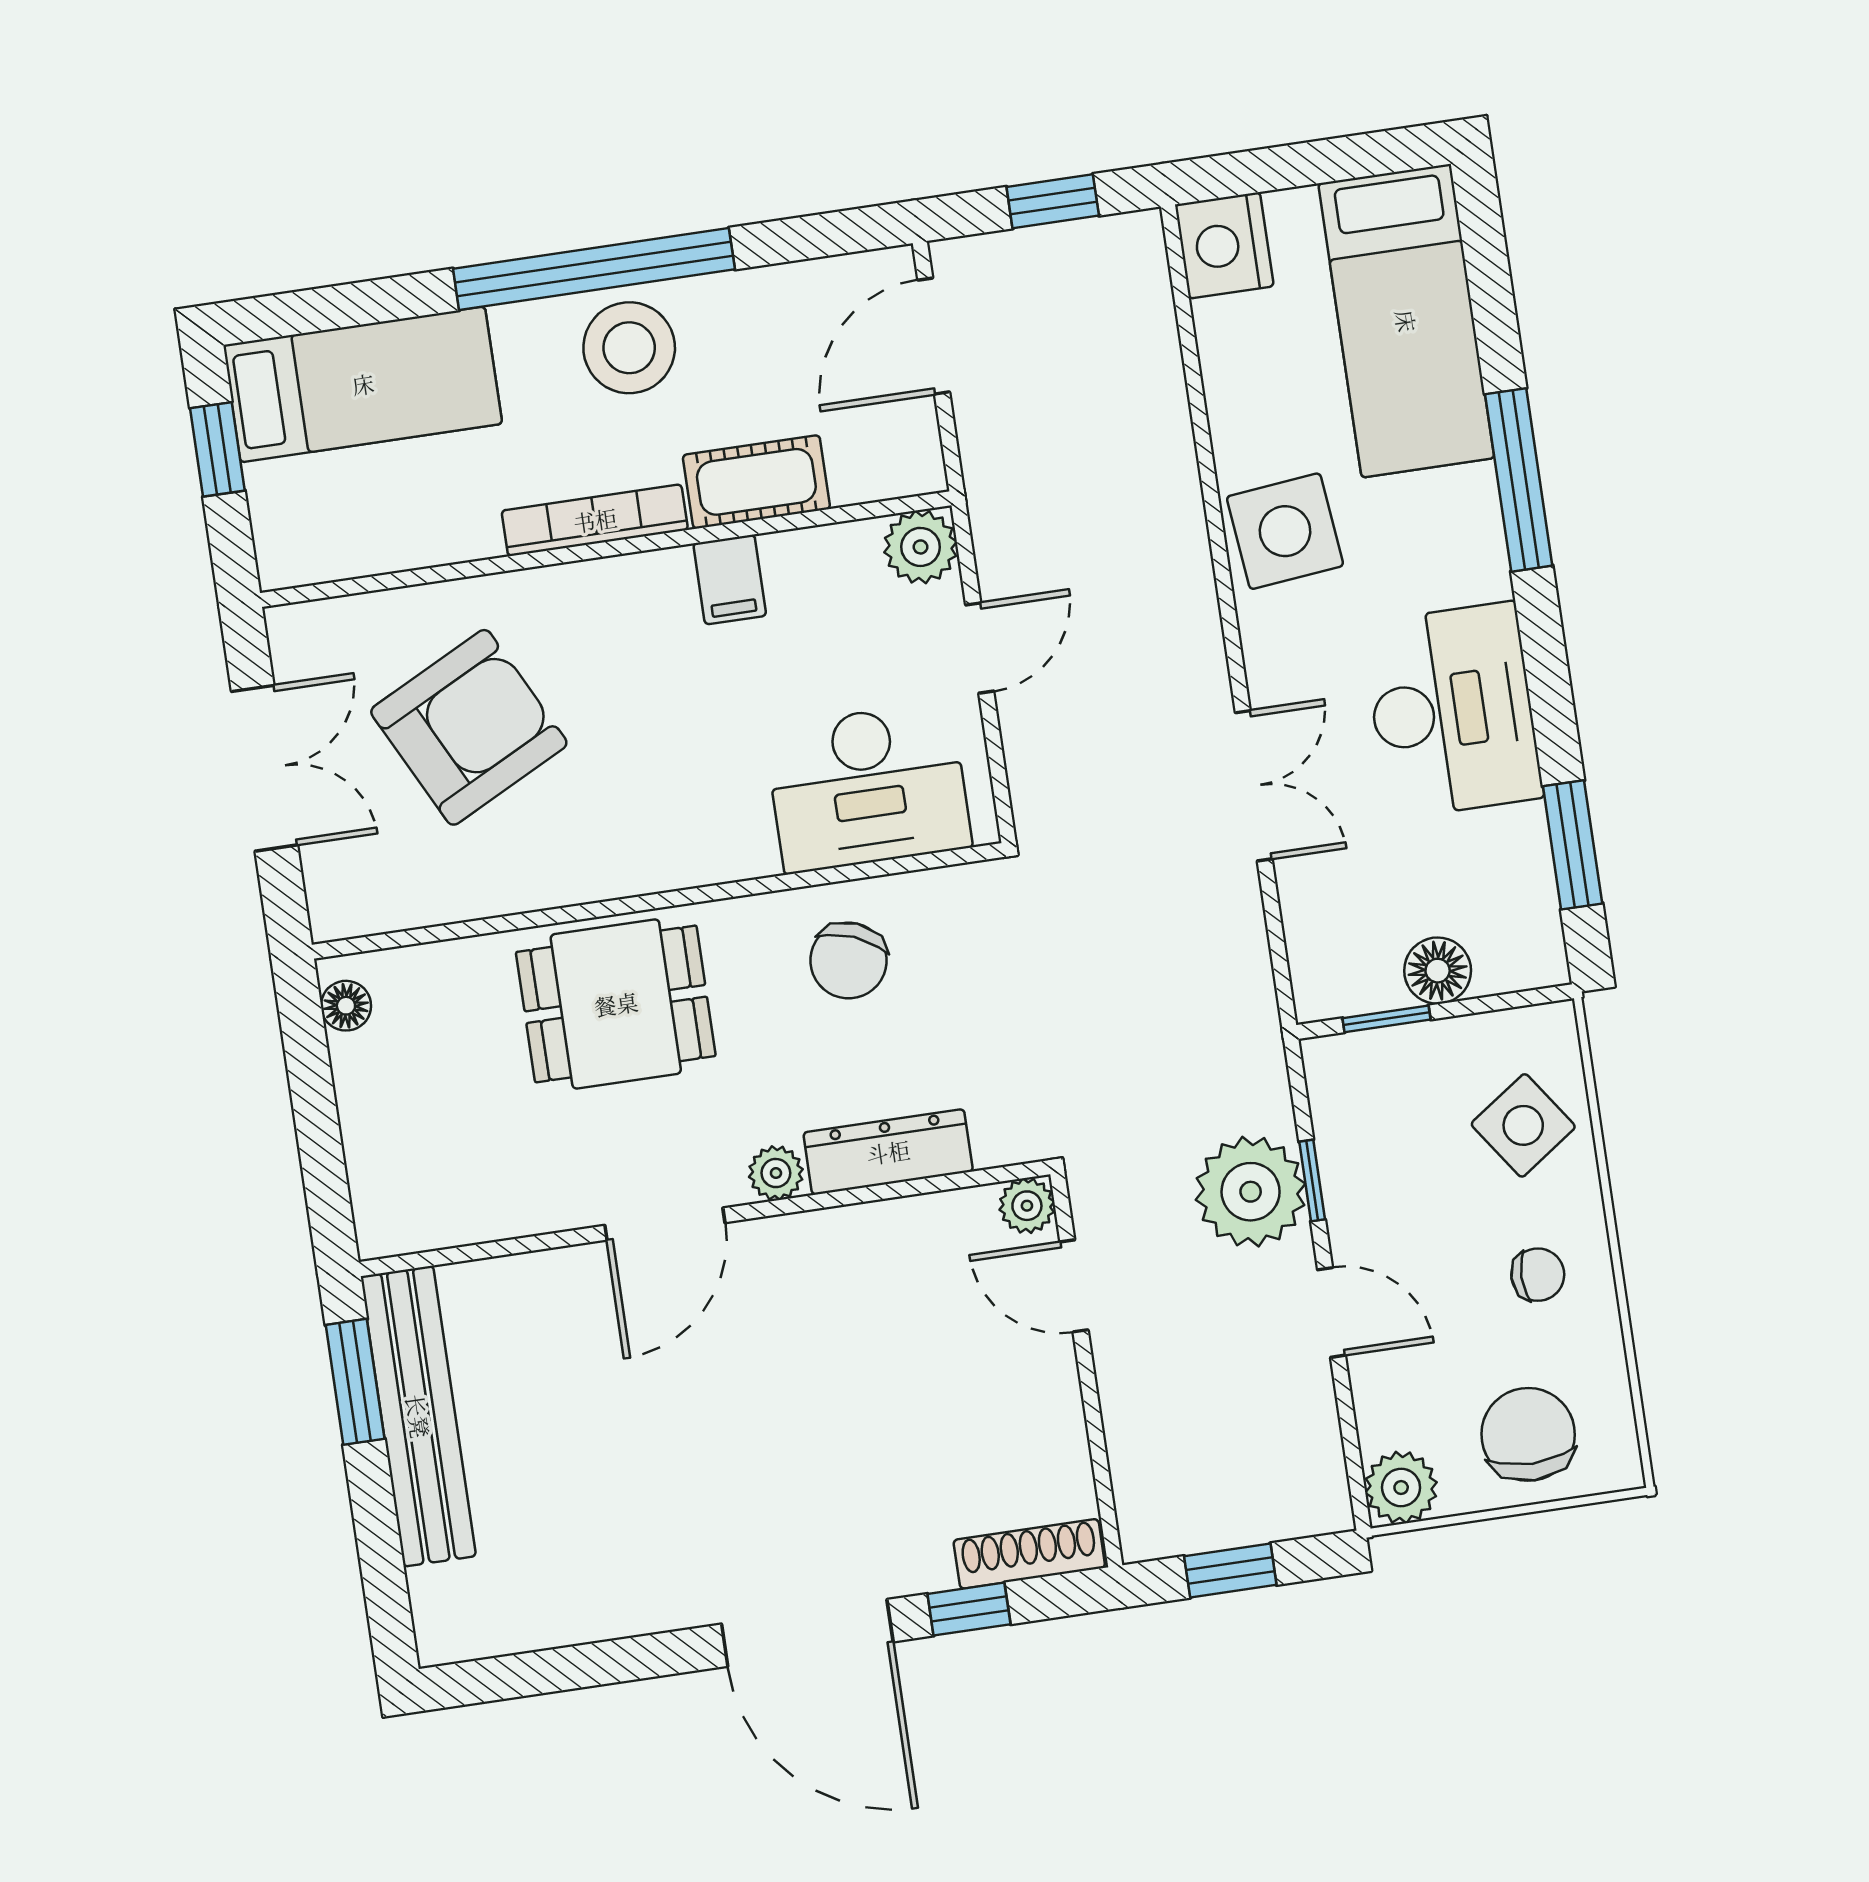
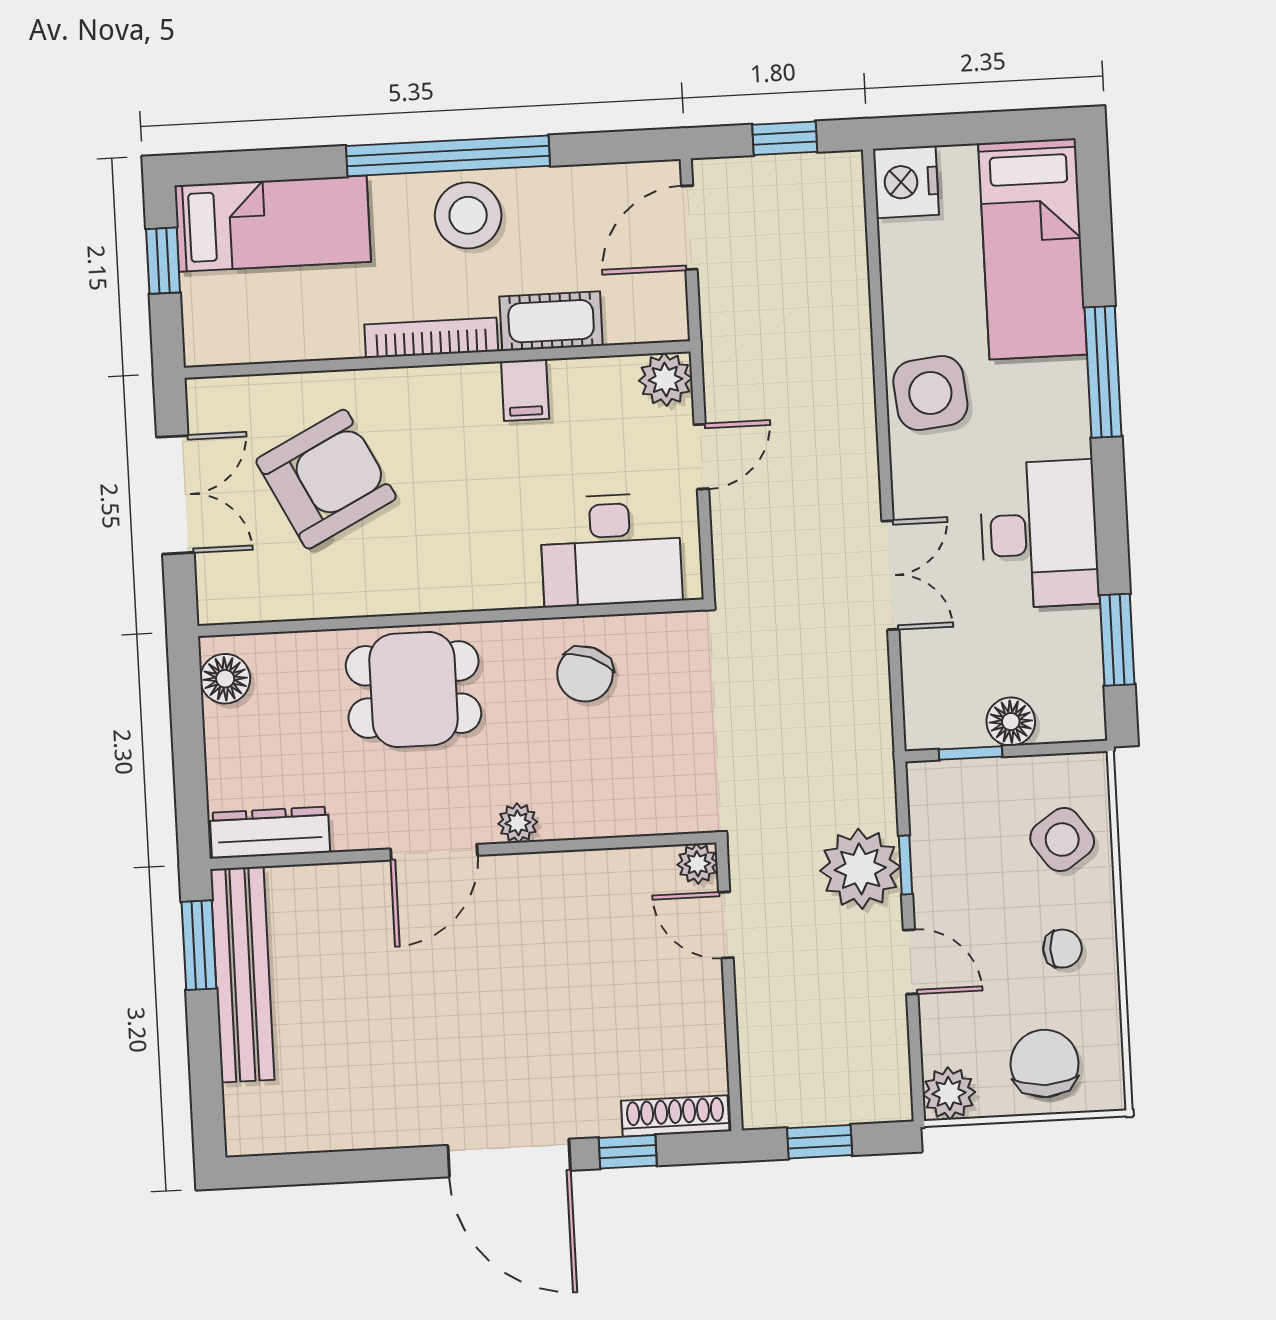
floor lamp: (346, 1006) -> (225, 679), width x1.37, depth x1.37
dresser: (888, 1152) -> (270, 833), moved

